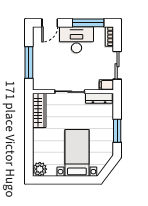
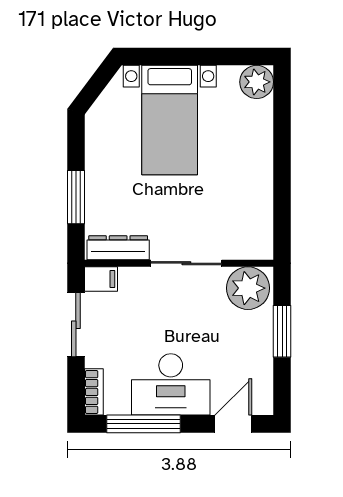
window: (29, 62) -> (282, 331), width x0.69
plant: (43, 81) -> (248, 288), added
wardrobe: (39, 110) -> (258, 220), removed
window: (117, 131) -> (76, 197), moved

